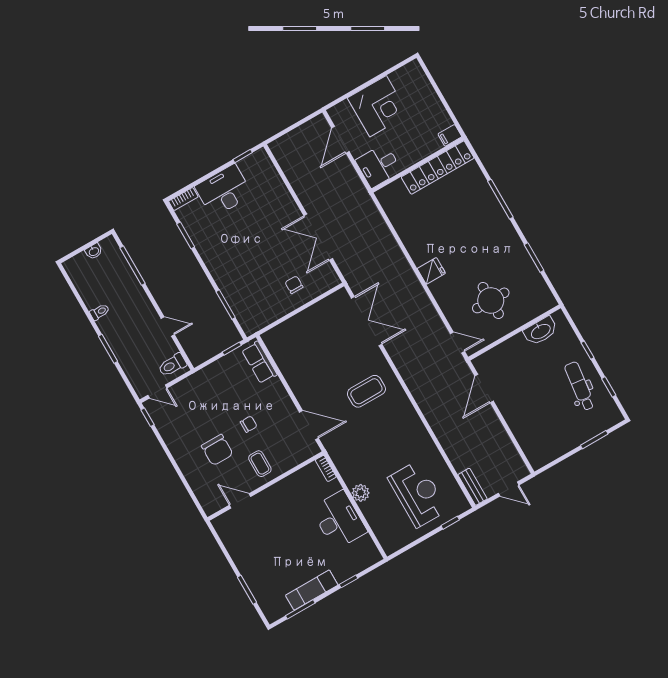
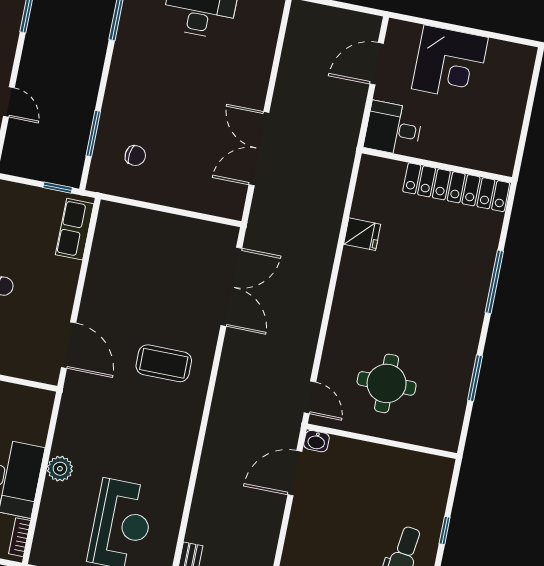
filing cabinet: (450, 135) -> (500, 164), removed
fridge: (431, 271) -> (362, 234), moved
chair: (294, 285) -> (135, 156), moved, turned 97
washbasin: (541, 331) -> (316, 441), moved, width x0.52, depth x0.69
bookcase: (326, 468) -> (20, 537), moved

